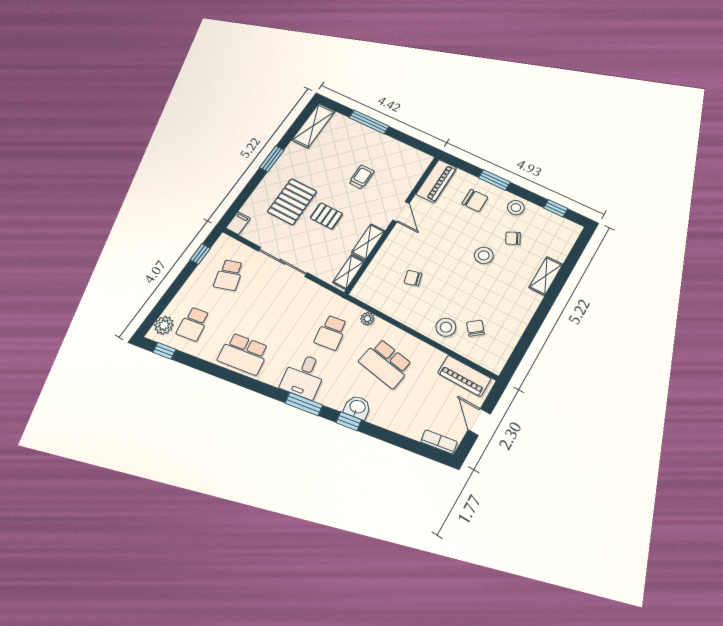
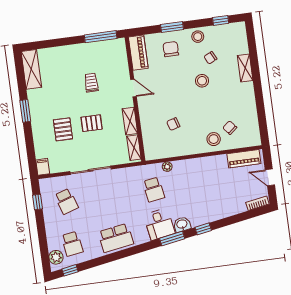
window: (369, 122) -> (101, 37), moved
chair: (475, 200) -> (171, 49), turned -90
pallet: (292, 202) -> (63, 129), width x0.67, depth x0.71
school desk: (386, 363) -> (197, 184), removed
washbasin: (357, 407) -> (182, 224), moved

